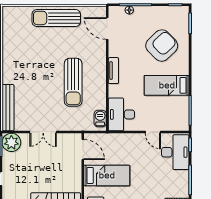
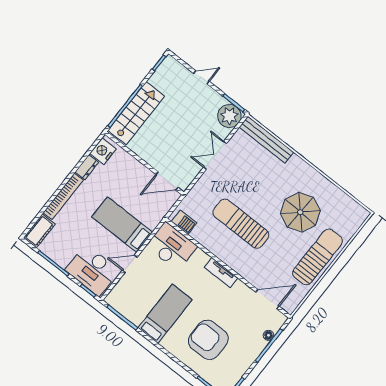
armchair: (162, 46) -> (208, 340), turned 134
parasol: (37, 51) -> (300, 212), added
bed: (107, 175) -> (122, 225), moved, turned 90

